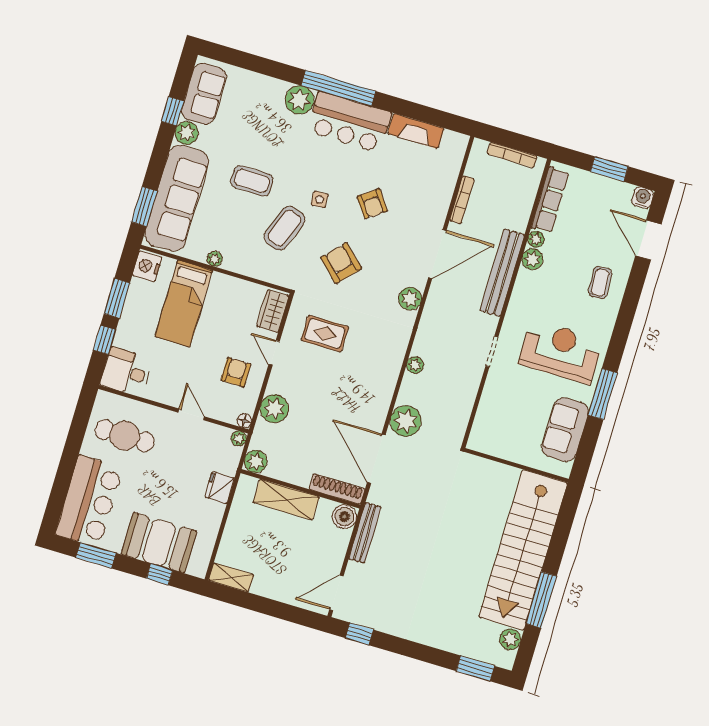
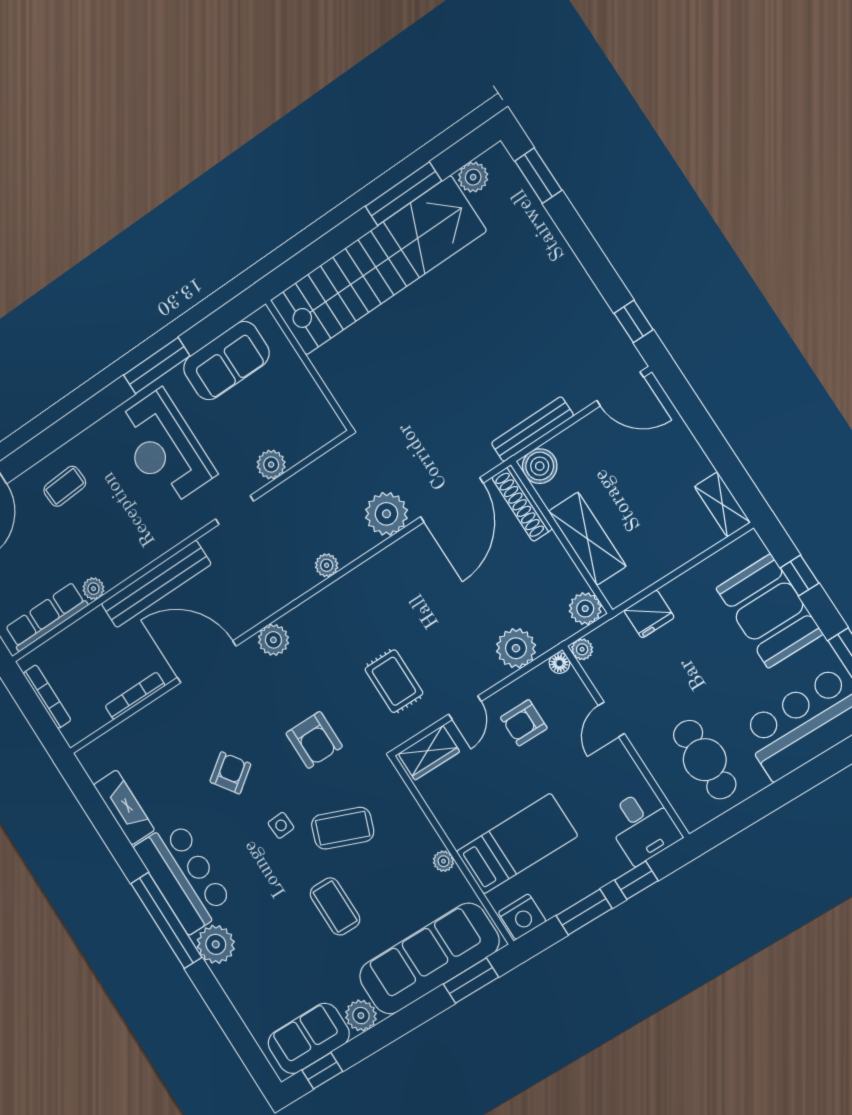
window: (173, 111) -> (322, 1071), moved
plant: (532, 259) -> (271, 465), moved
armchair: (341, 263) -> (314, 740), turned -43

